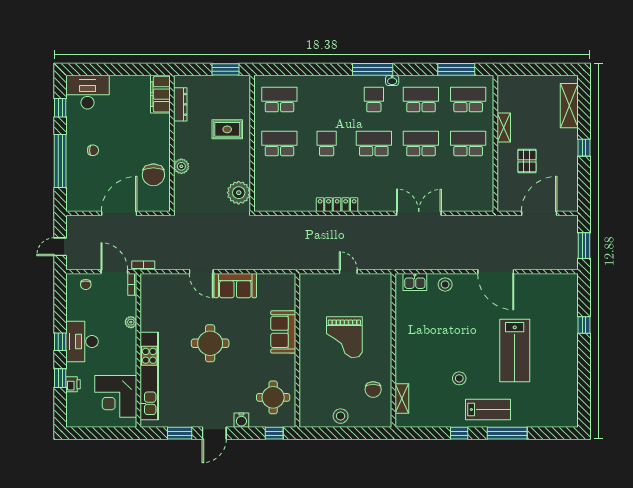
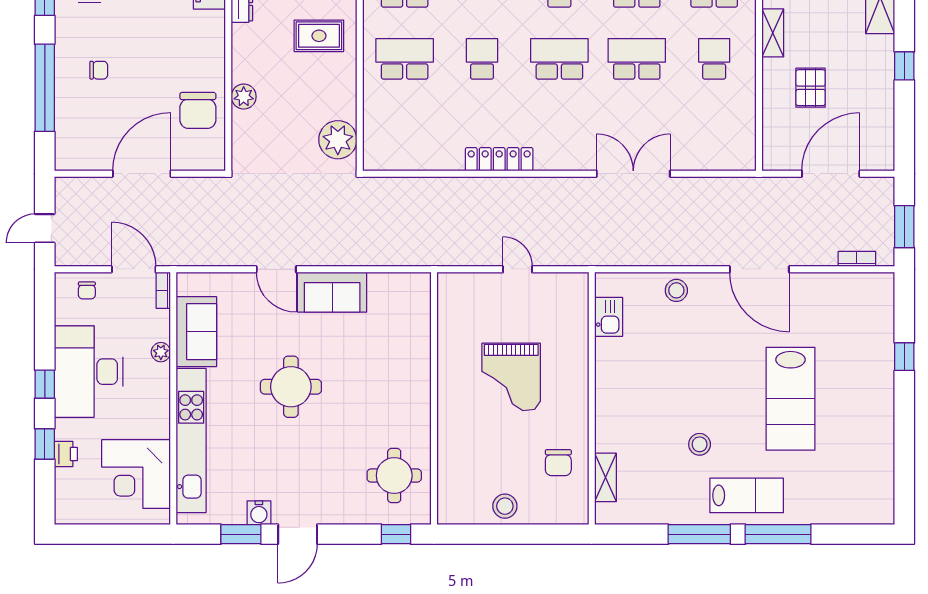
school desk: (468, 143) -> (714, 59), width x0.54
bookcase: (143, 265) -> (857, 259), moved
kitchen sink: (415, 282) -> (609, 317), moved, turned -90
sofa: (283, 332) -> (196, 332), moved, turned 180
desk: (82, 341) -> (89, 372), width x1.36, depth x1.30
water cooler: (241, 420) -> (259, 513), moved
window: (459, 433) -> (699, 534), width x2.17

